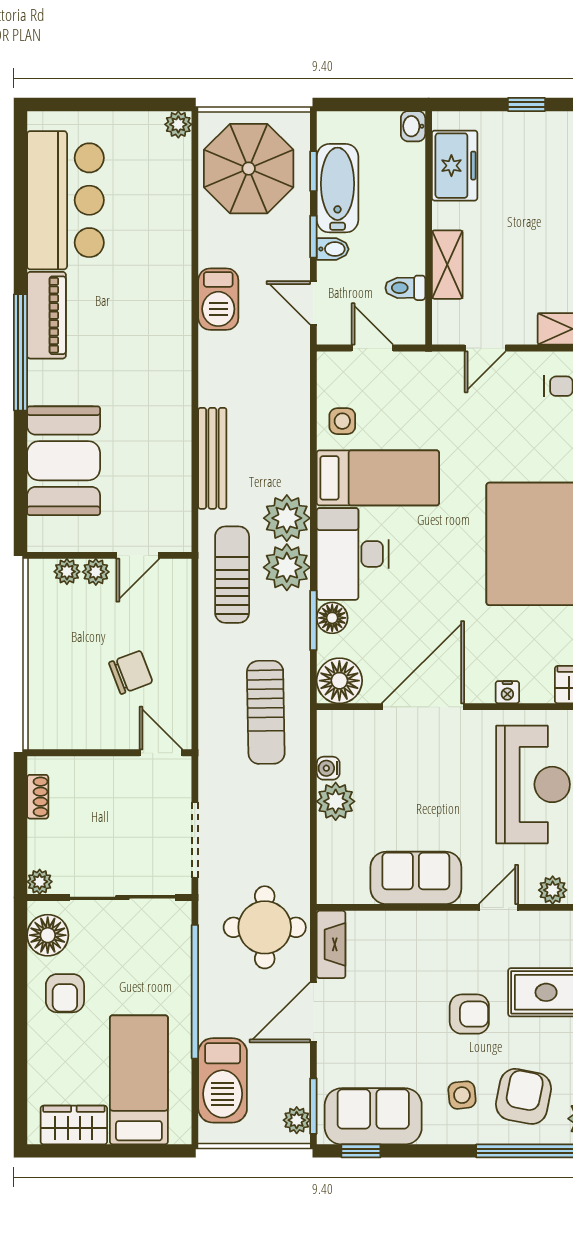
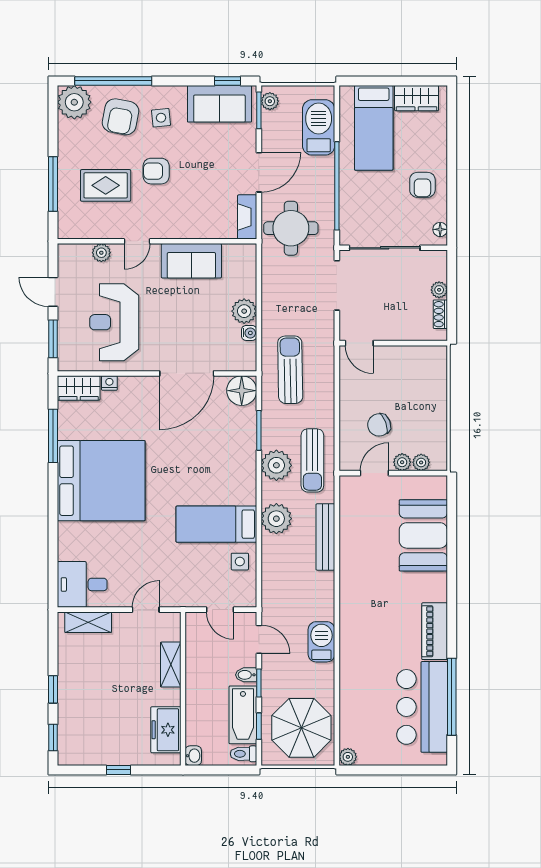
toilet: (405, 288) -> (244, 754), moved, turned 180
window: (21, 352) -> (452, 697), moved
plant: (287, 518) -> (276, 519), moved
desk: (353, 554) -> (233, 474), removed
floor lamp: (332, 618) -> (246, 432), removed
chair: (131, 672) -> (379, 425), moved
nightstand: (507, 692) -> (109, 383), moved
plant: (40, 882) -> (439, 290), moved
floor lamp: (48, 935) -> (440, 229), width x0.53, depth x0.53
armchair: (65, 993) -> (422, 185), turned 180

